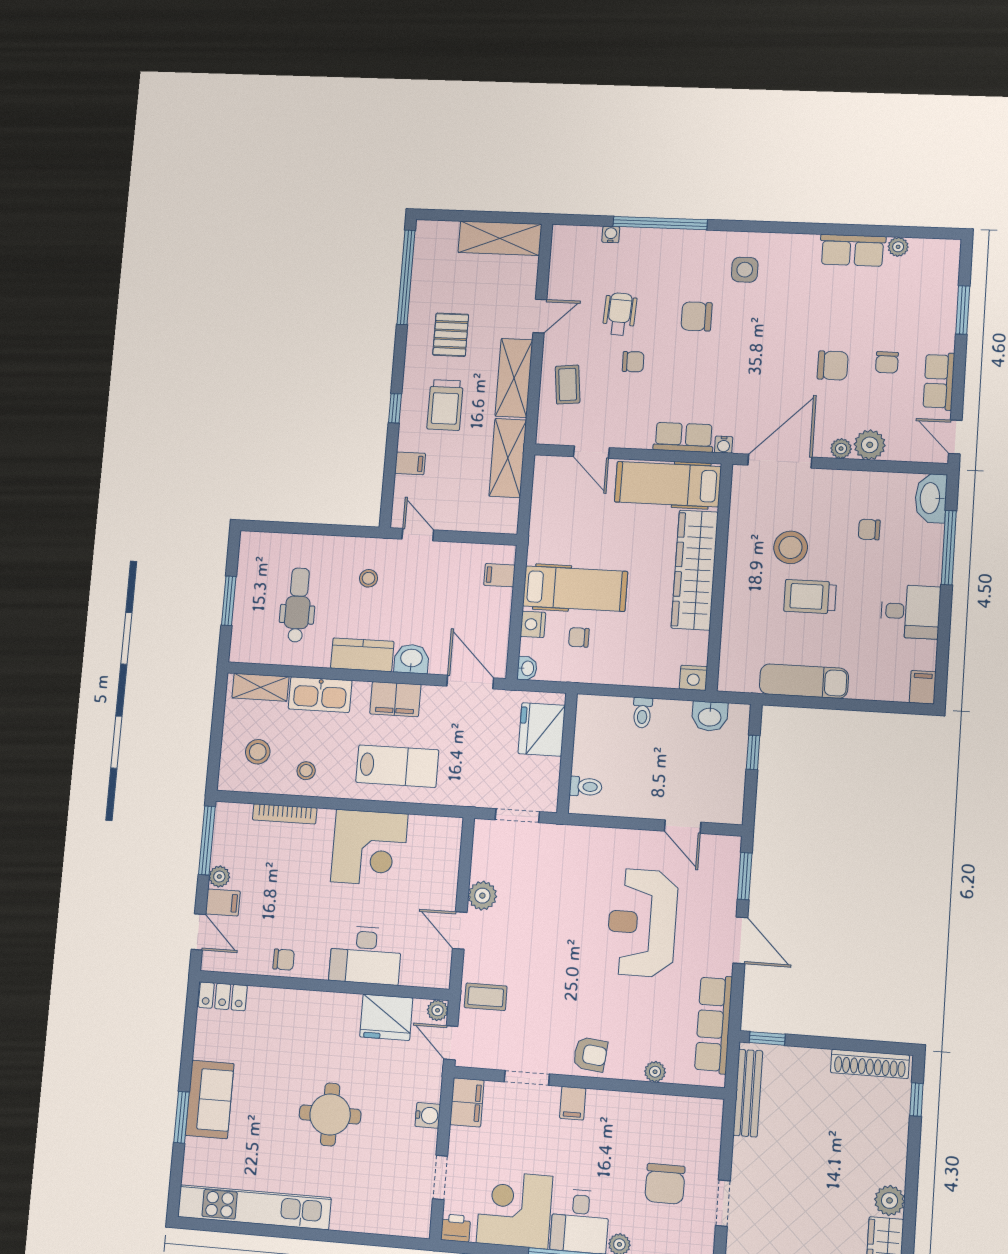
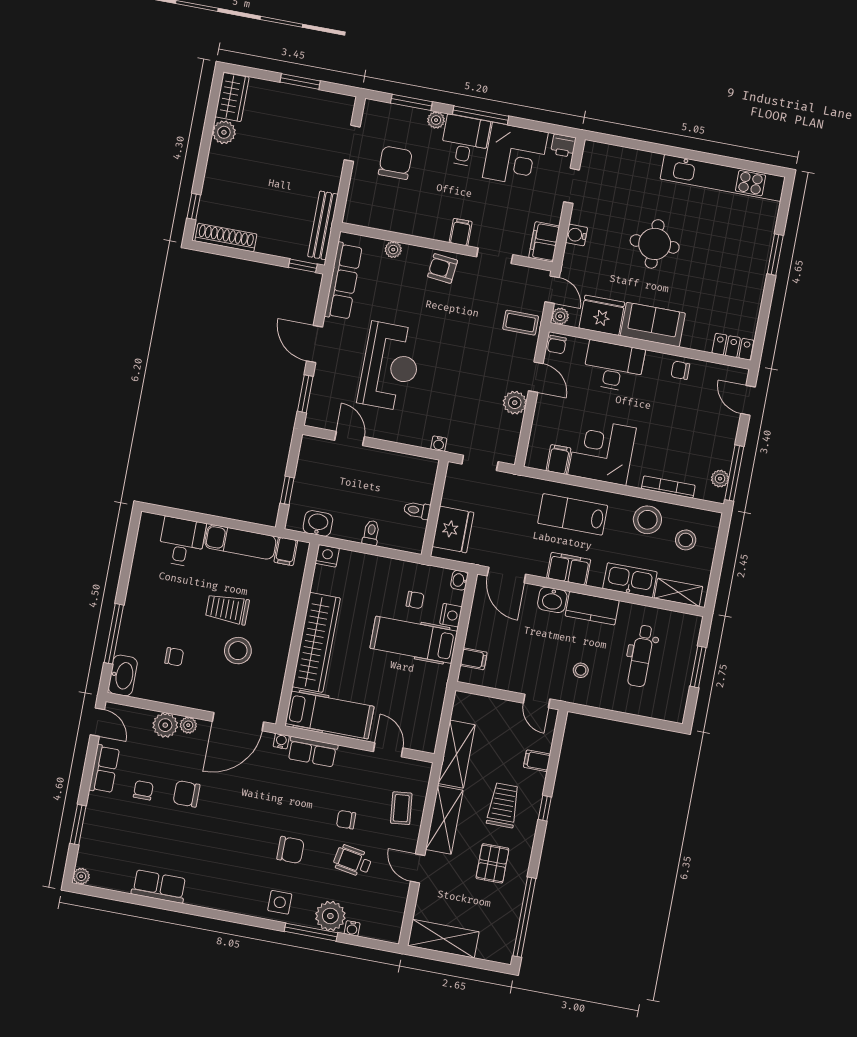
window: (660, 223) -> (311, 932), width x0.68
plant: (639, 245) -> (330, 916), added
plant: (898, 247) -> (81, 876), moved
side table: (745, 270) -> (280, 902), moved
wheelchair: (620, 314) -> (352, 861), turned 97
door: (540, 316) -> (418, 868), hinge flipped
trolley: (810, 597) -> (227, 609), turned 180
desk: (910, 612) -> (182, 542), moved, turned 90
filing cabinet: (923, 687) -> (286, 551), moved
stool: (306, 771) -> (647, 520), width x1.89, depth x1.89
toilet: (586, 787) -> (417, 510), moved
water cooler: (571, 833) -> (439, 444), added
plant: (219, 877) -> (720, 479), moved
filing cabinet: (223, 902) -> (559, 459), moved, turned 90
chair: (438, 974) -> (557, 345), added
sofa: (210, 1099) -> (653, 325), moved, turned 90

